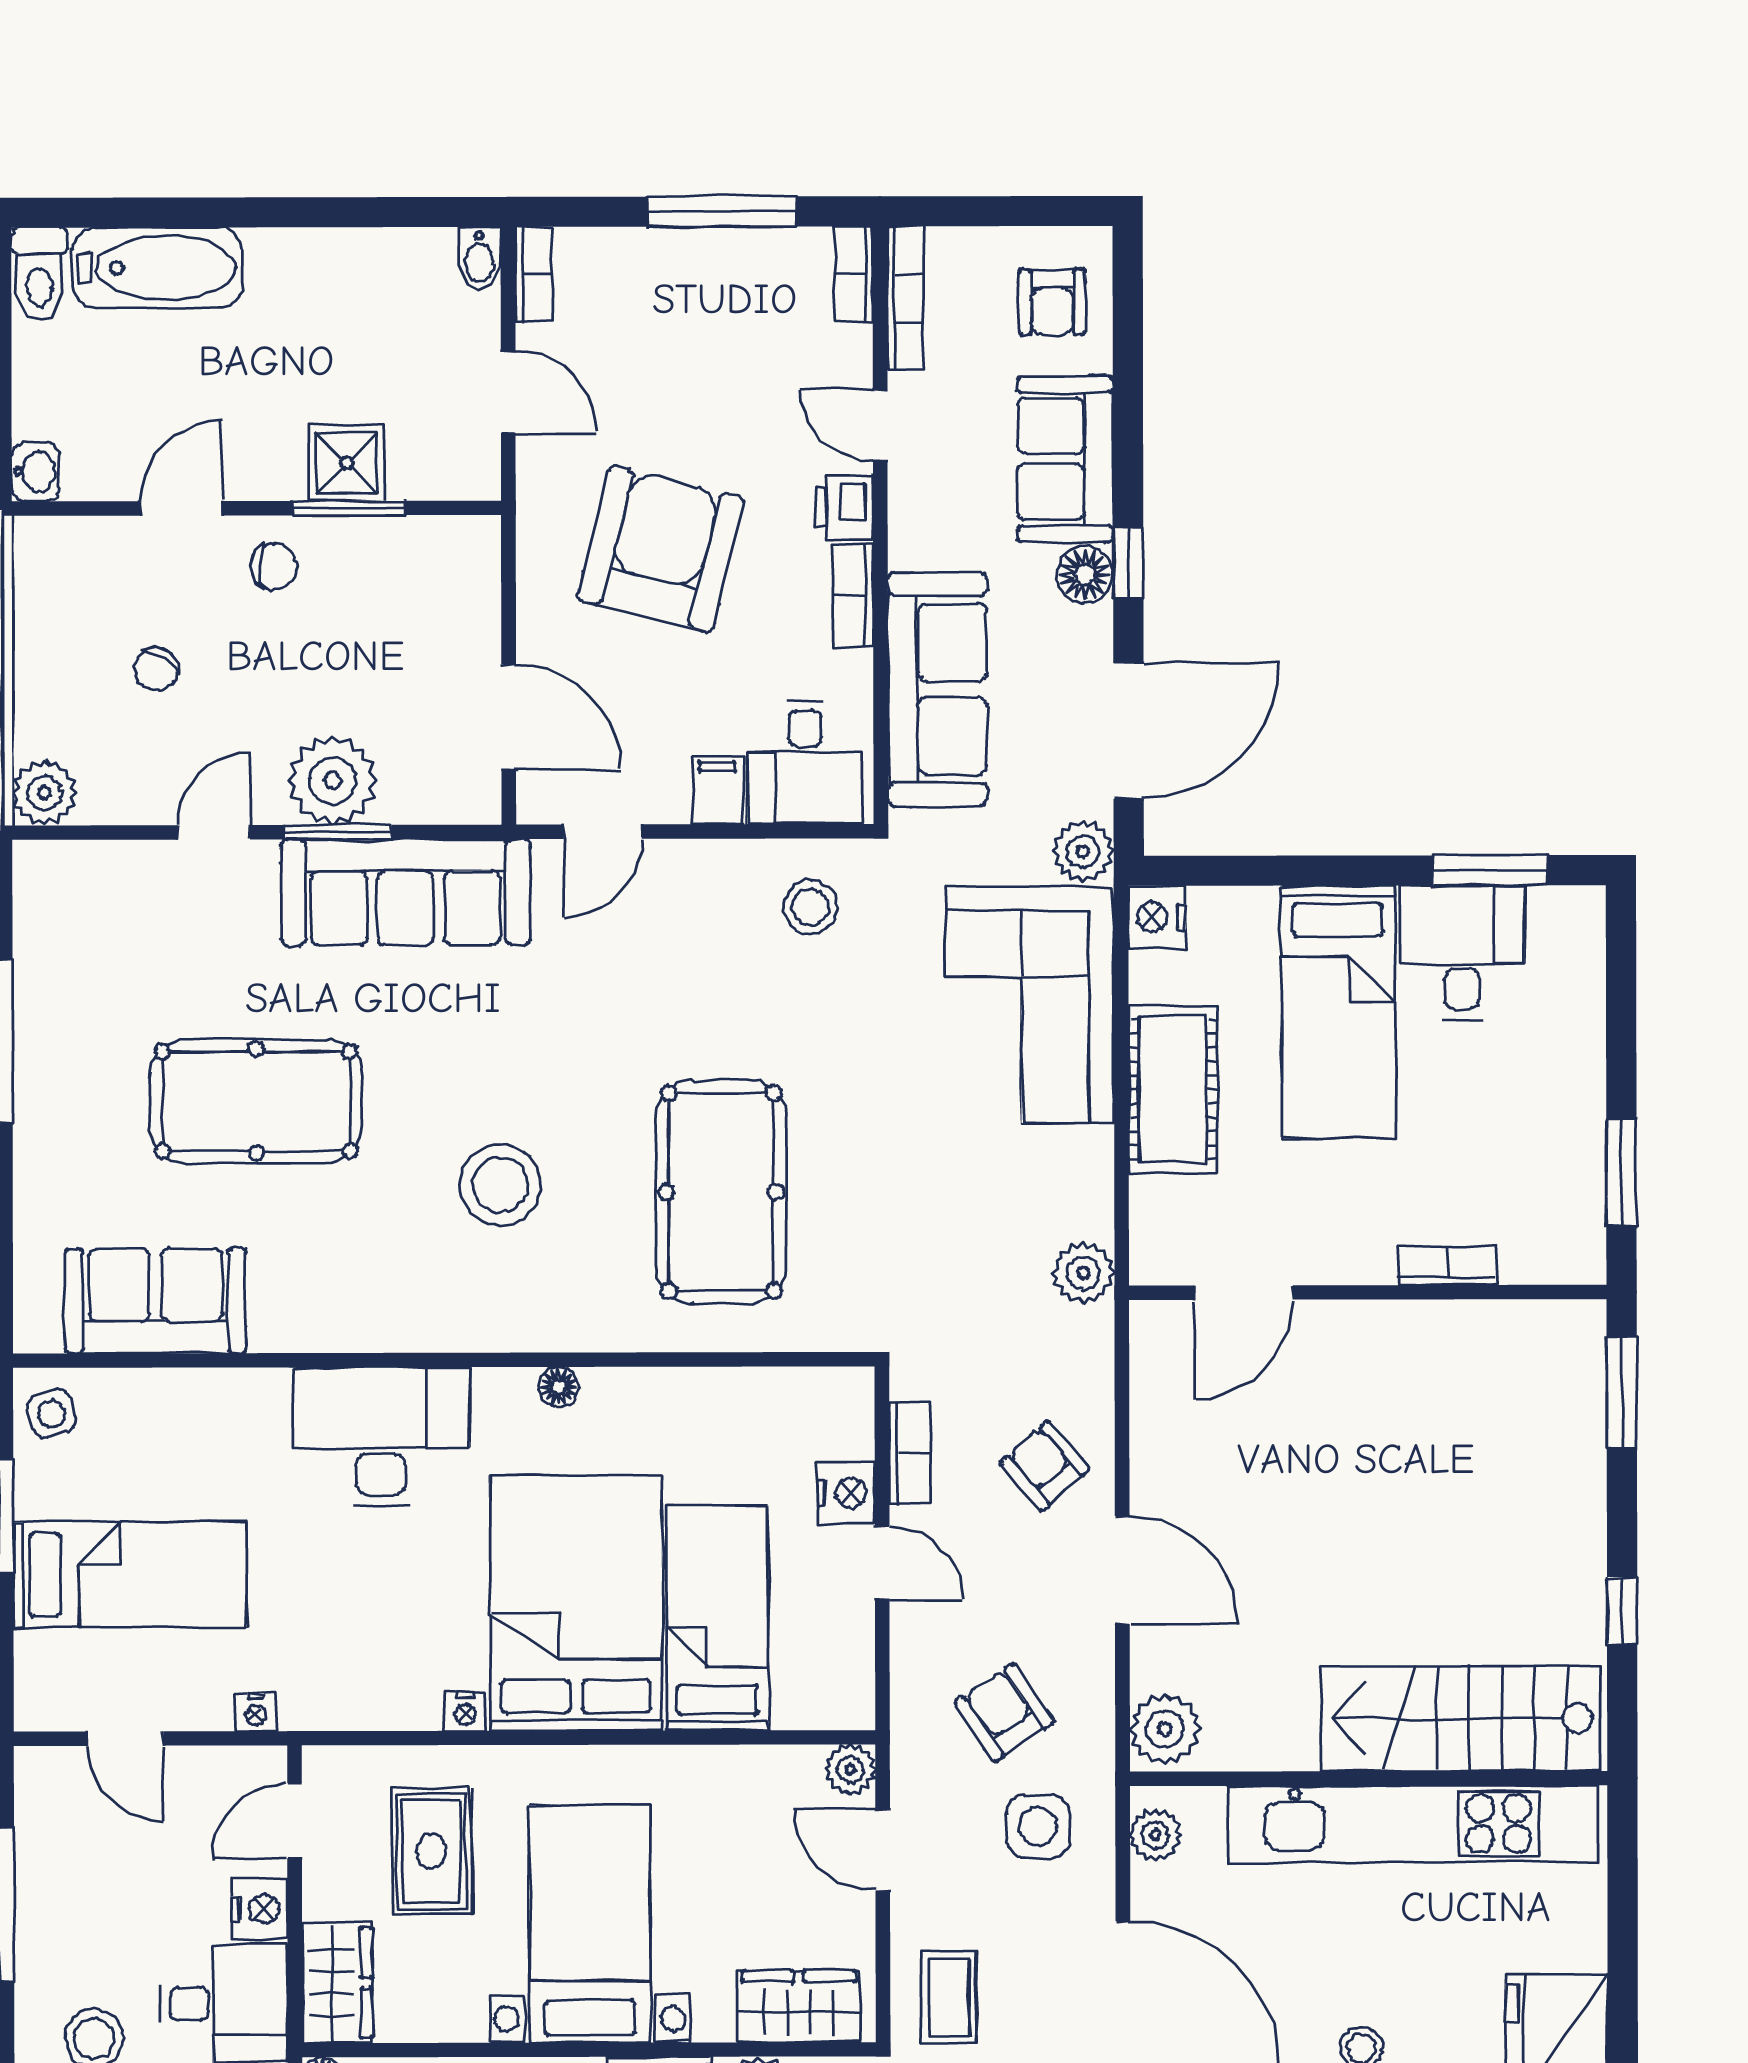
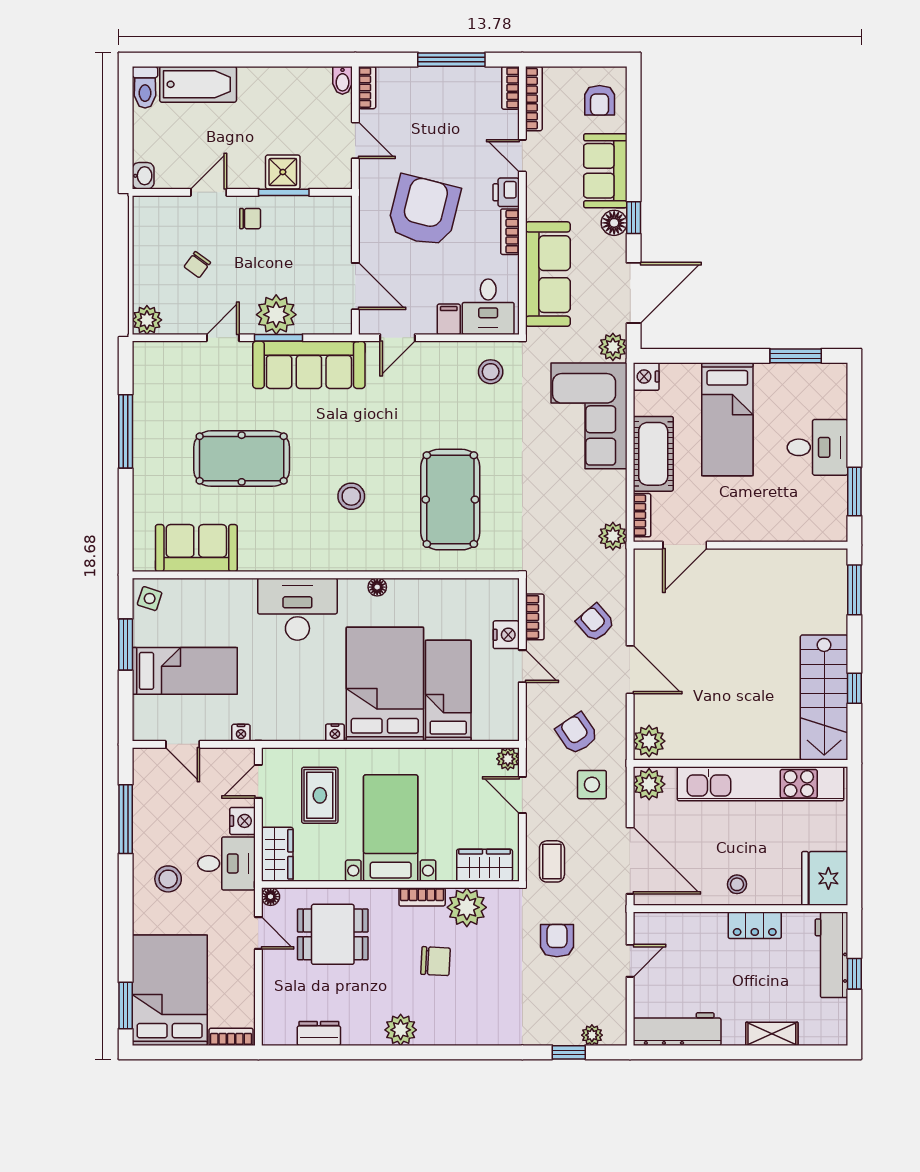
desk: (1462, 953) -> (817, 447), moved, turned 90
stool: (500, 1185) -> (351, 496), width x0.73, depth x0.73
bookcase: (1447, 1266) -> (642, 515), moved, turned 90
side table: (52, 1414) -> (150, 599), turned 37
stairs: (1460, 1718) -> (824, 697), moved, turned -90
plant: (1155, 1835) -> (649, 784), width x1.38, depth x1.38

